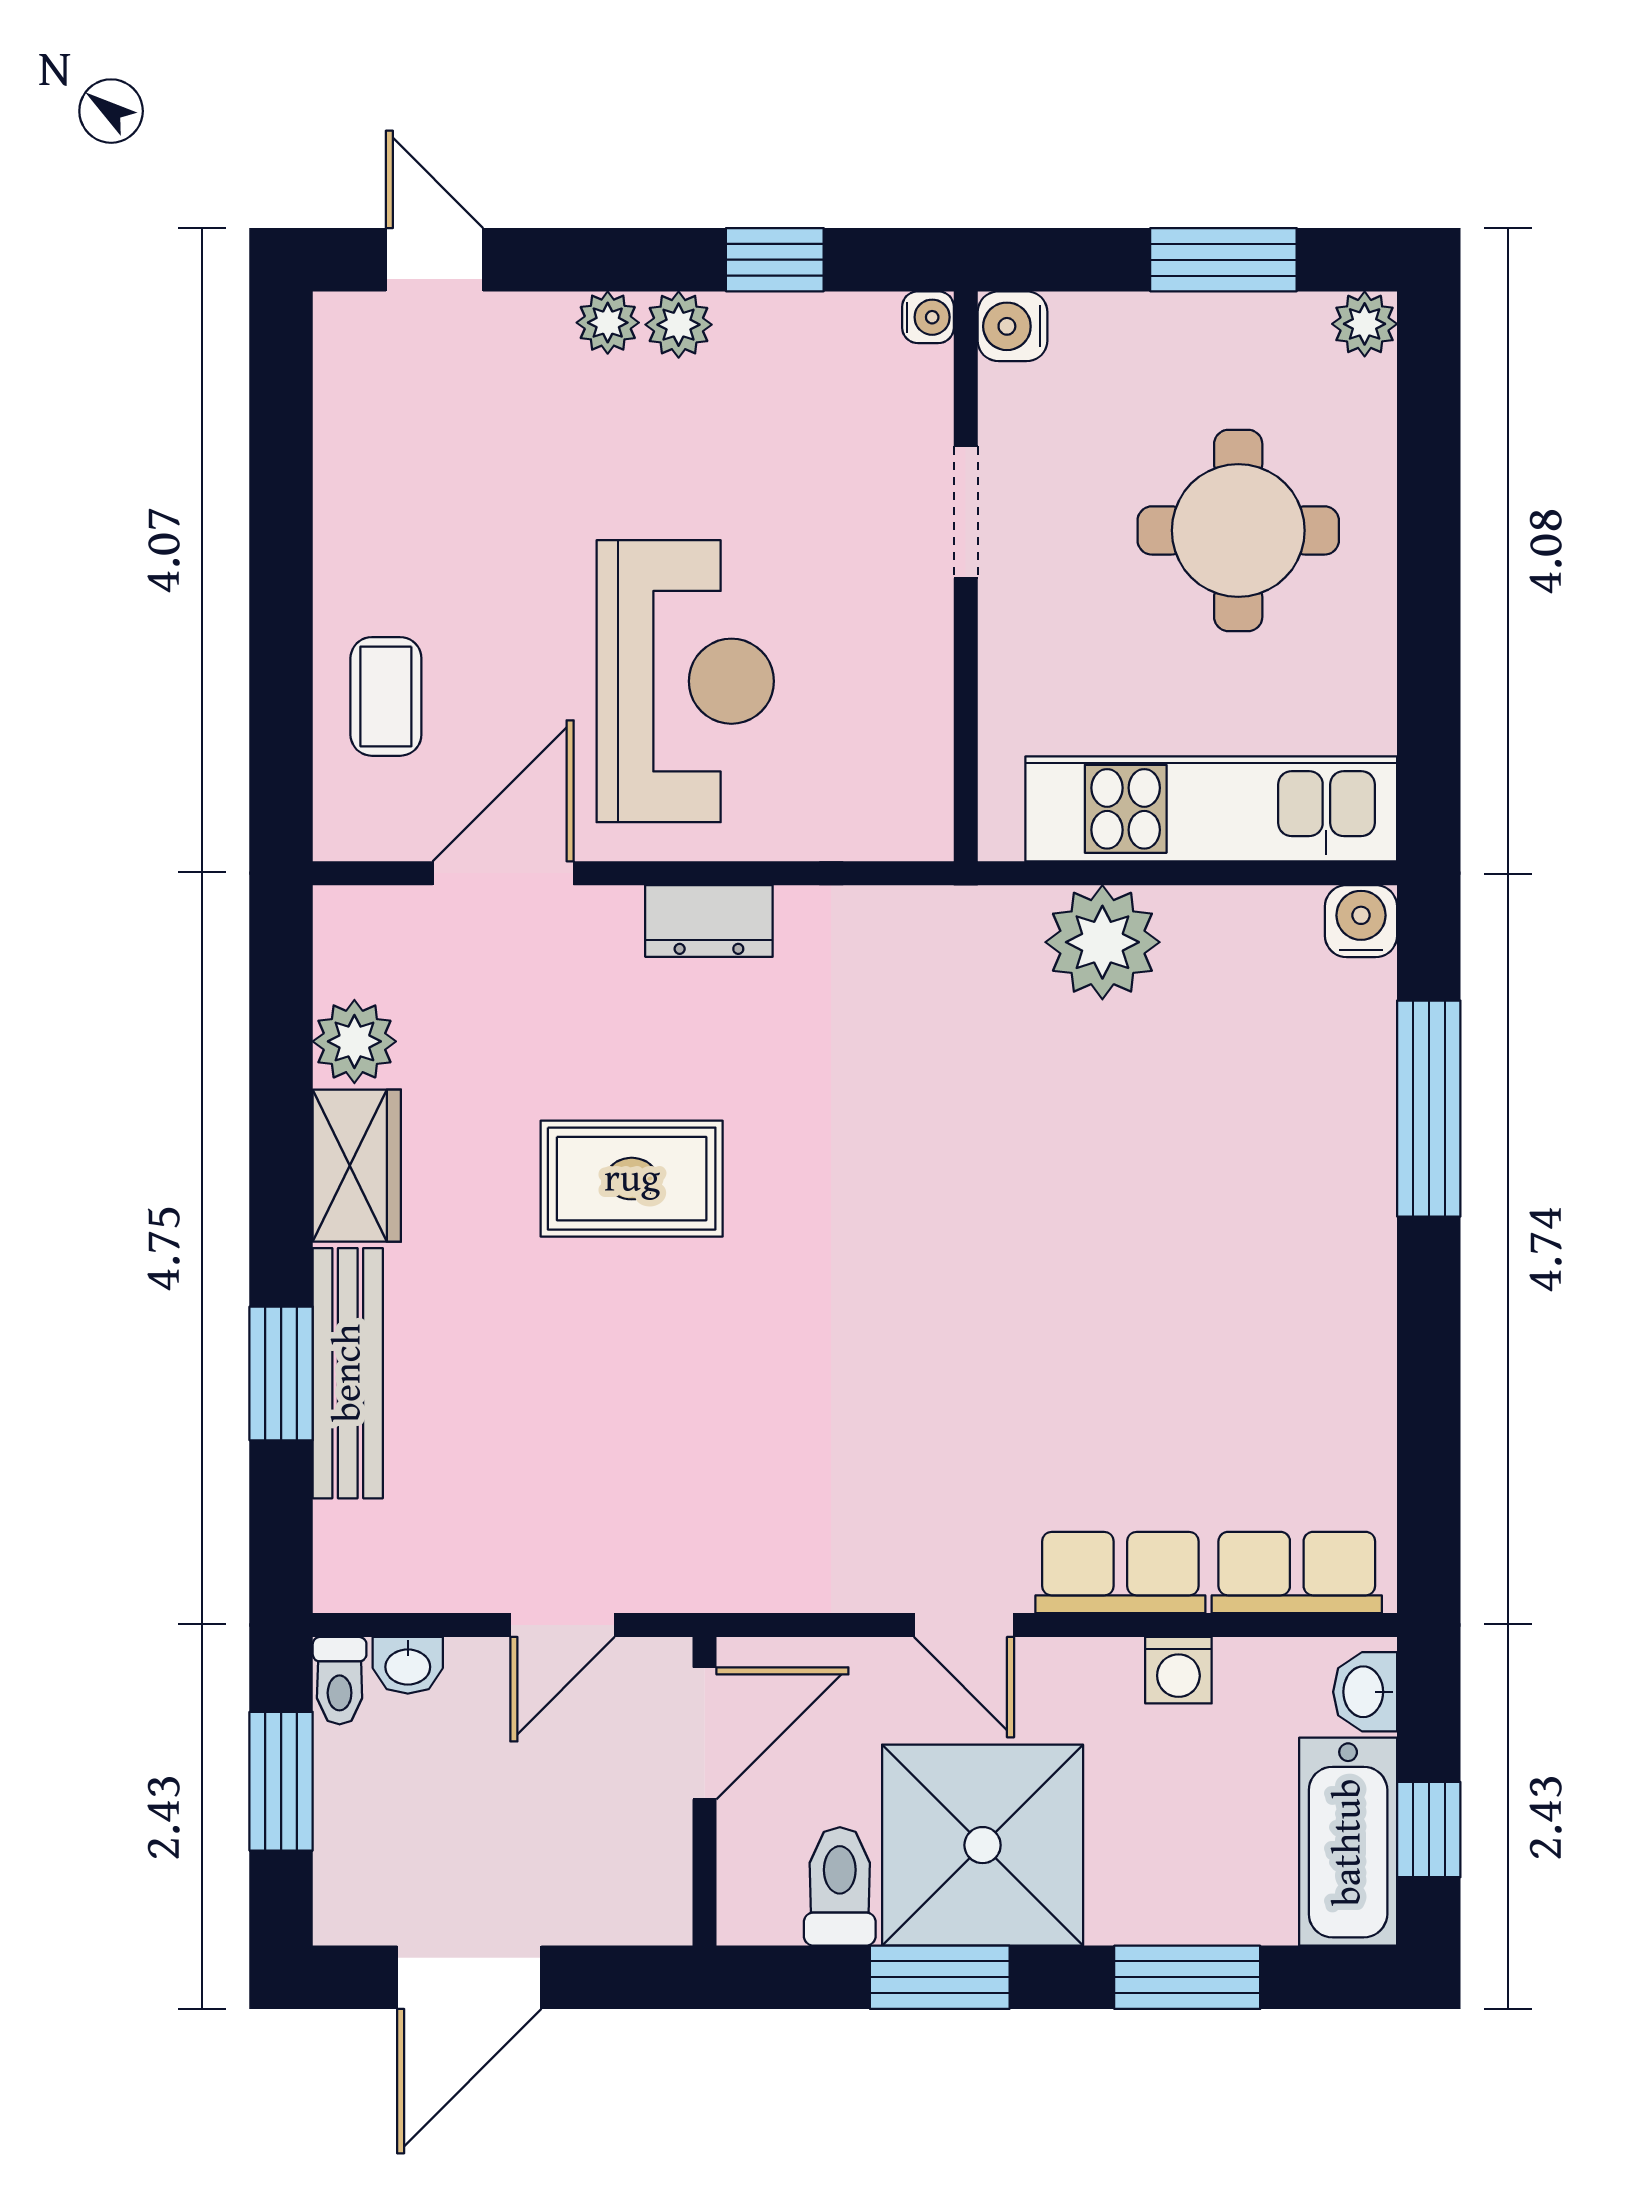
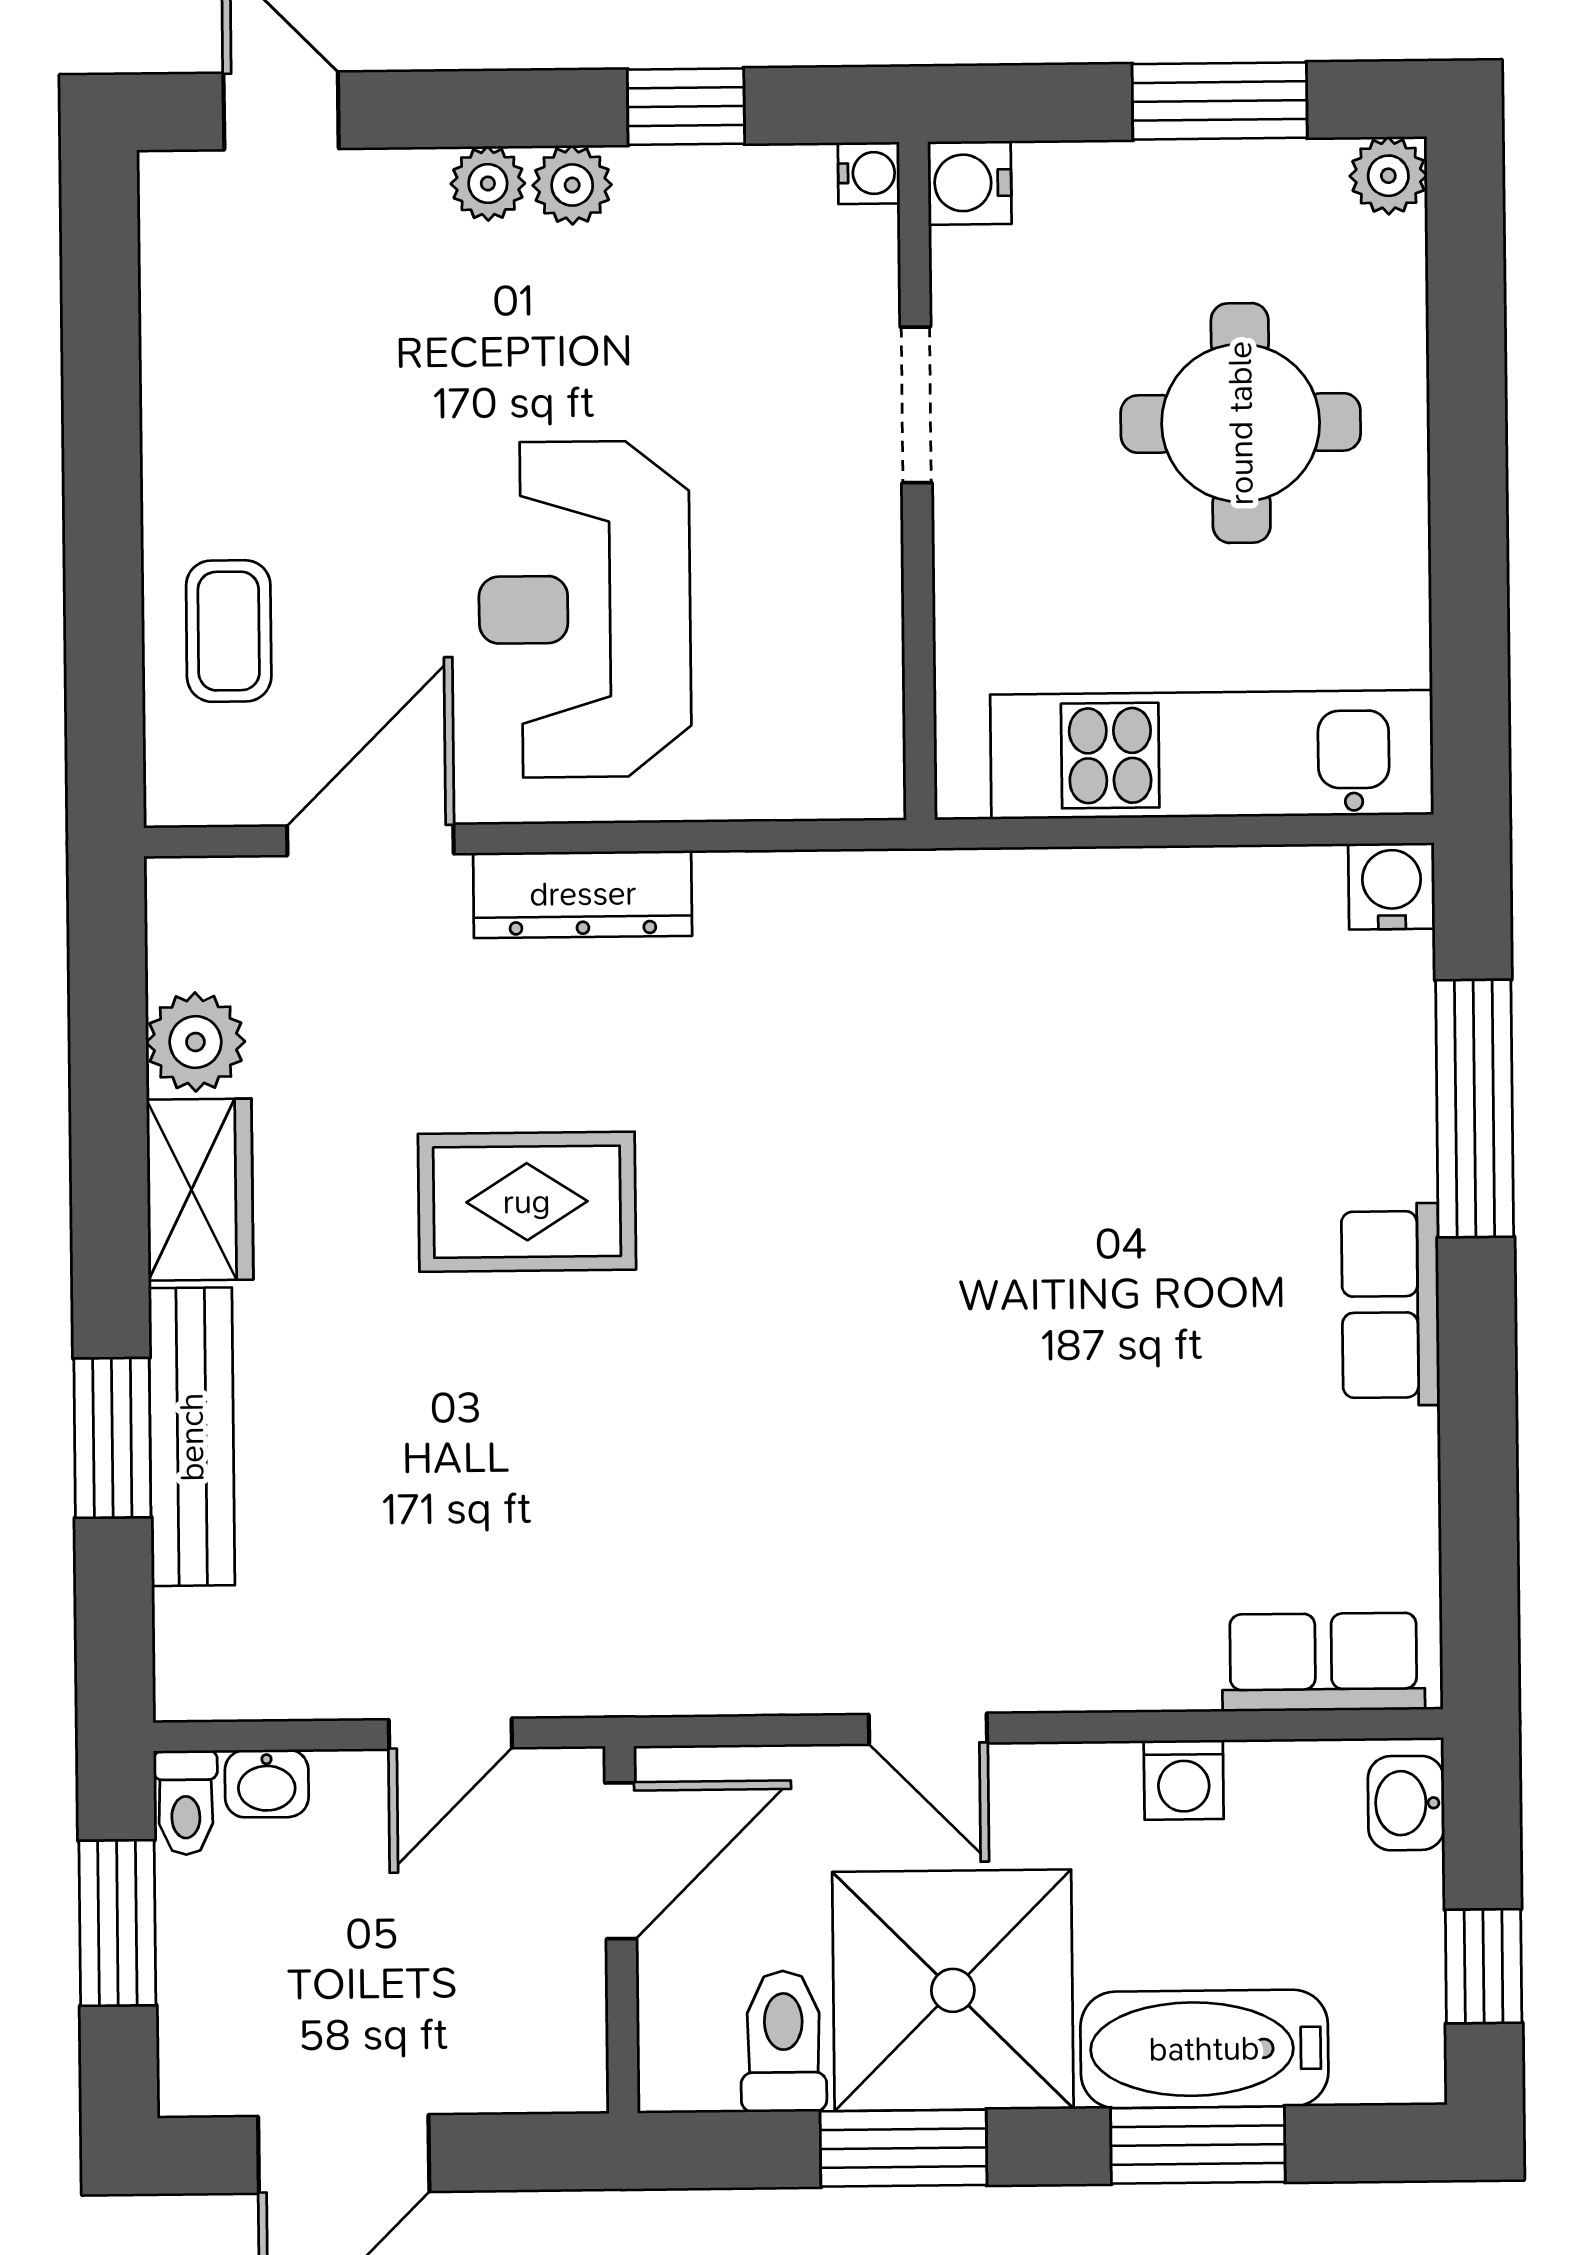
reception desk: (685, 681) -> (585, 609), turned 180
dresser: (709, 921) -> (583, 894), width x1.44
plant: (1102, 942) -> (1084, 915), removed
row of seats: (1120, 1573) -> (1391, 1304), moved, turned -90
bathtub: (1348, 1842) -> (1204, 2049), moved, turned 90

